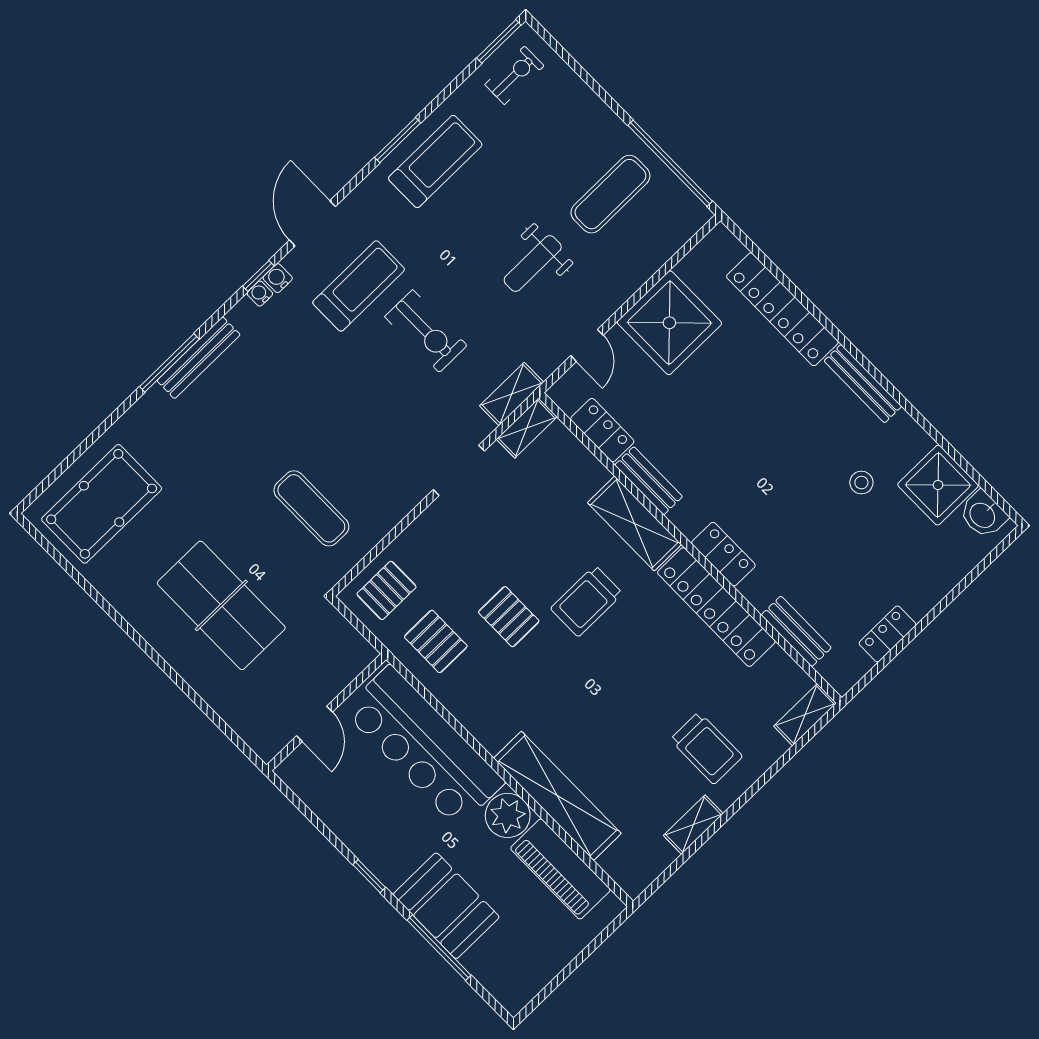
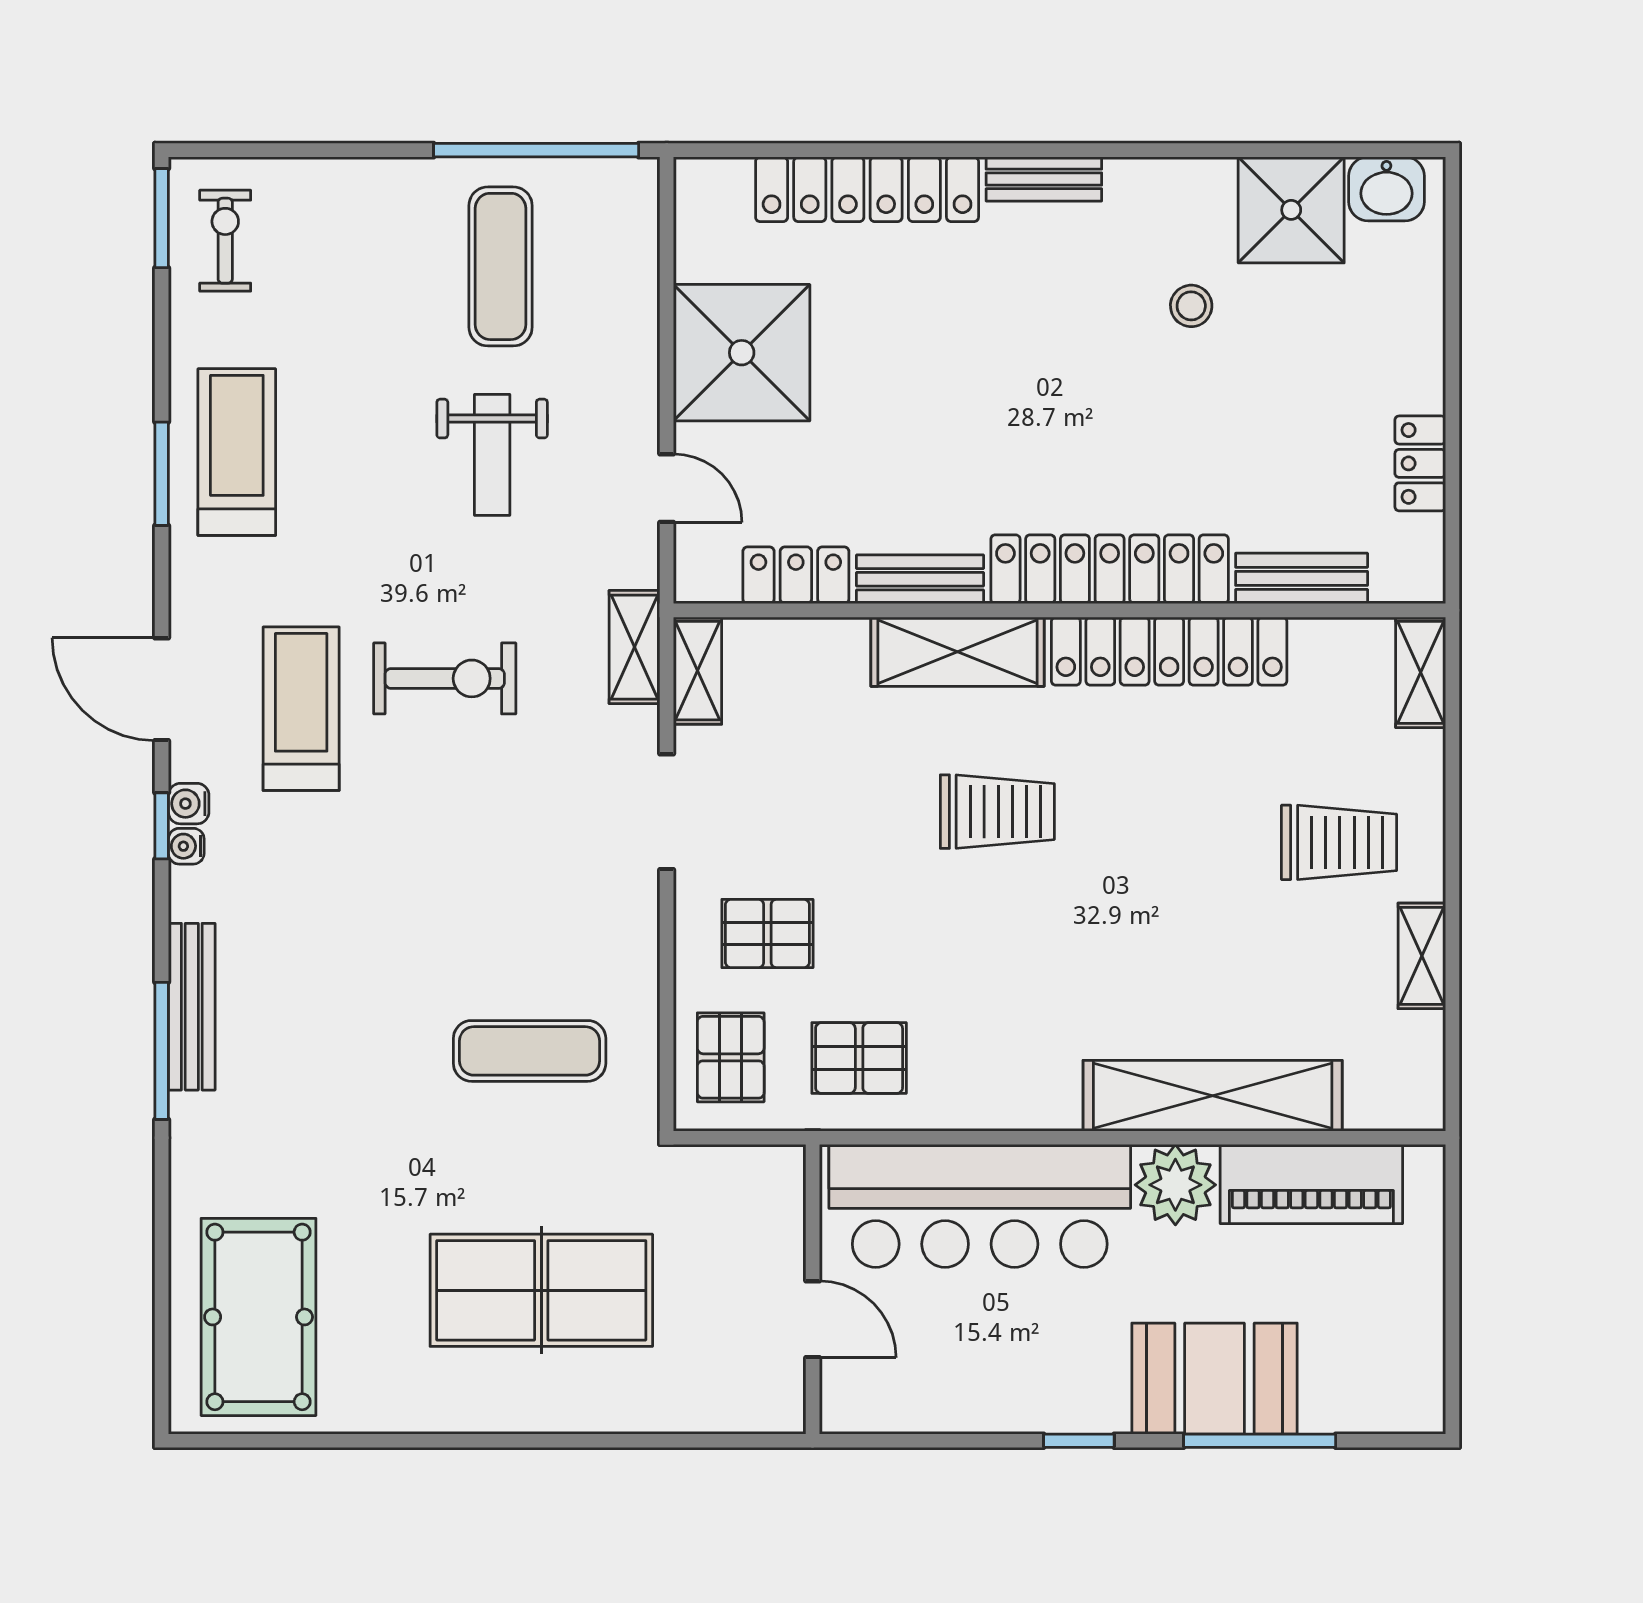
bench: (863, 384) -> (1044, 179), width x0.73
locker: (723, 554) -> (1110, 569), width x2.16, depth x1.21
trolley: (587, 601) -> (997, 812), turned -90
pallet: (509, 617) -> (767, 933), moved

